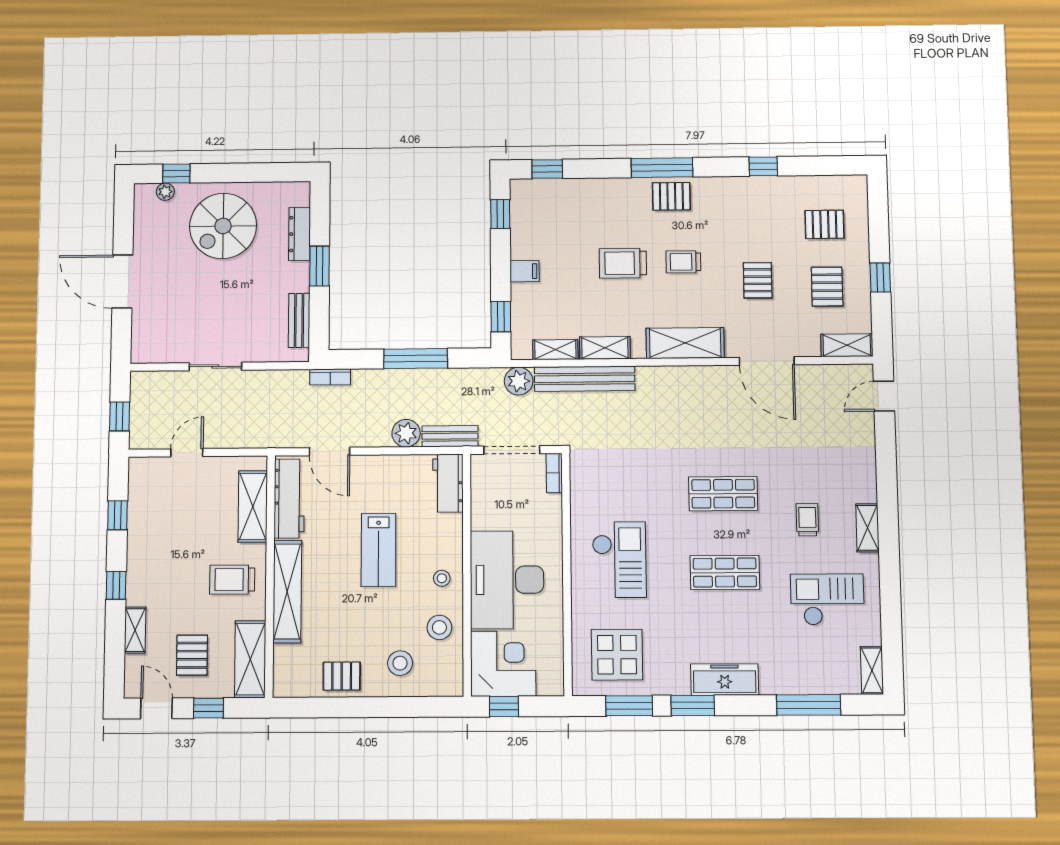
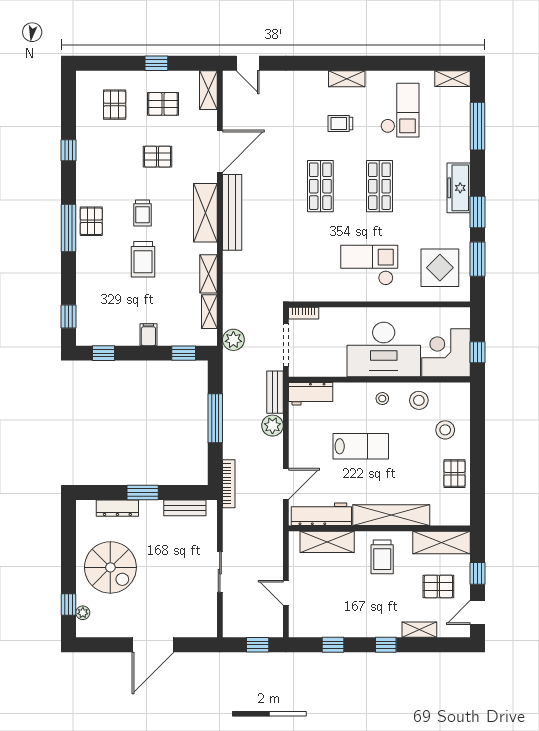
bookcase: (330, 377) -> (229, 484), width x1.56
bench: (585, 379) -> (232, 212), moved
checkout: (827, 599) -> (400, 110), turned 180

